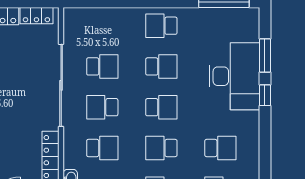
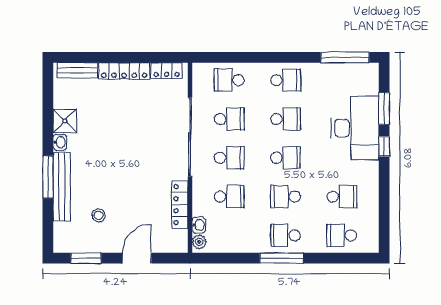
school desk: (102, 26) -> (229, 80), added
school desk: (161, 26) -> (286, 80), turned 180
school desk: (102, 107) -> (229, 158), turned 180

